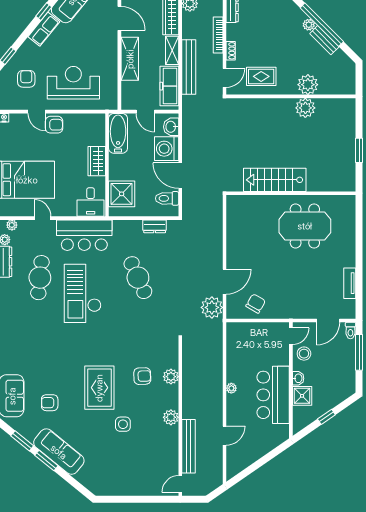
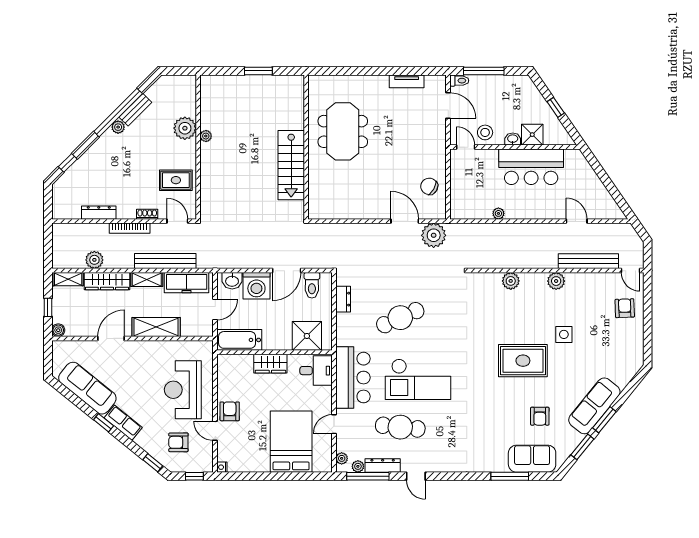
rug: (261, 76) -> (176, 180), turned 90
plant: (305, 108) -> (206, 136), width x0.53, depth x0.53
door: (37, 112) -> (215, 431), swing flipped
armchair: (142, 376) -> (625, 308), moved
plant: (231, 388) -> (498, 213), moved

